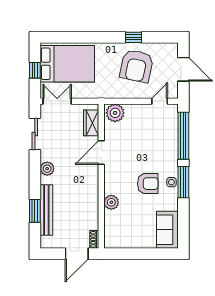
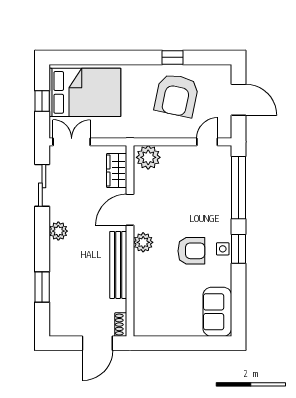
window: (183, 182) -> (238, 249), width x0.69
plant: (111, 202) -> (143, 242), moved
bench: (46, 210) -> (118, 265), moved

